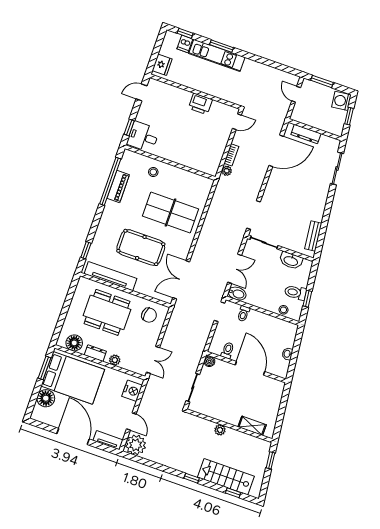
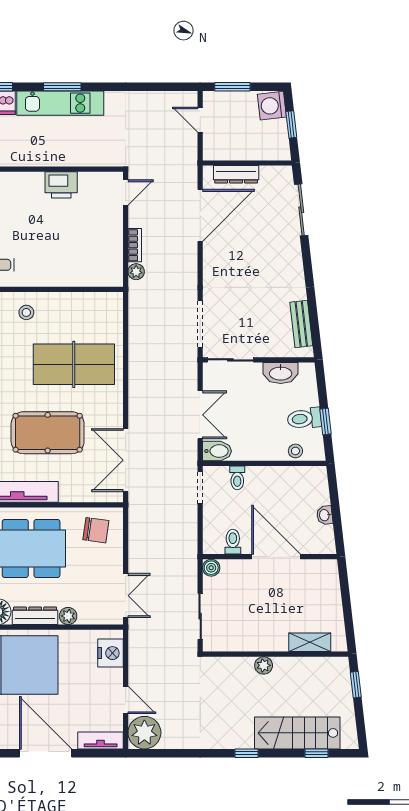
dresser: (95, 353) -> (35, 616), width x1.44

